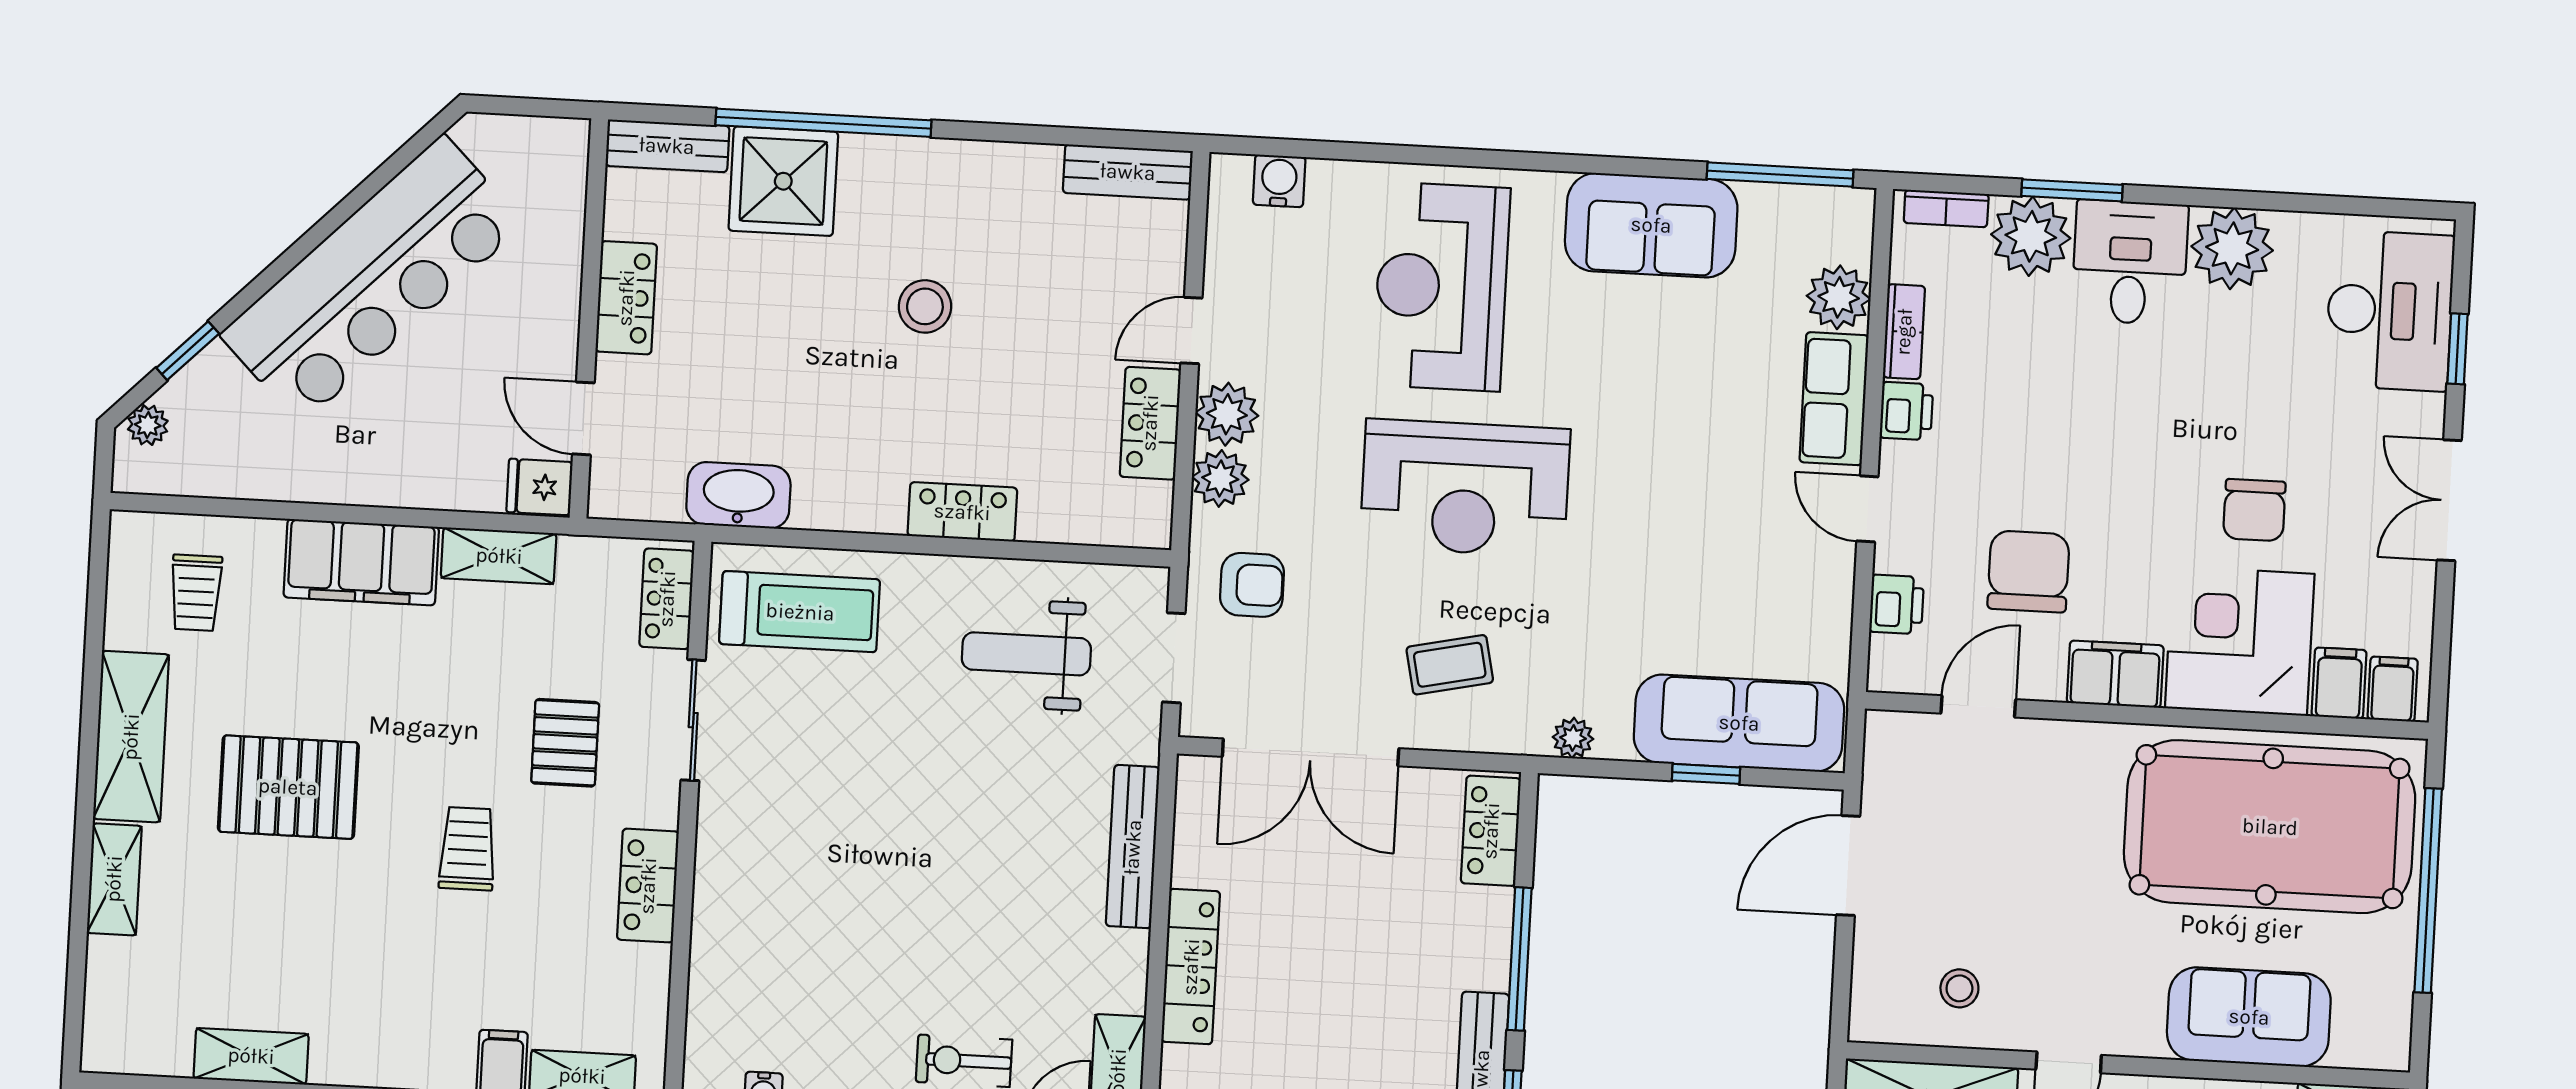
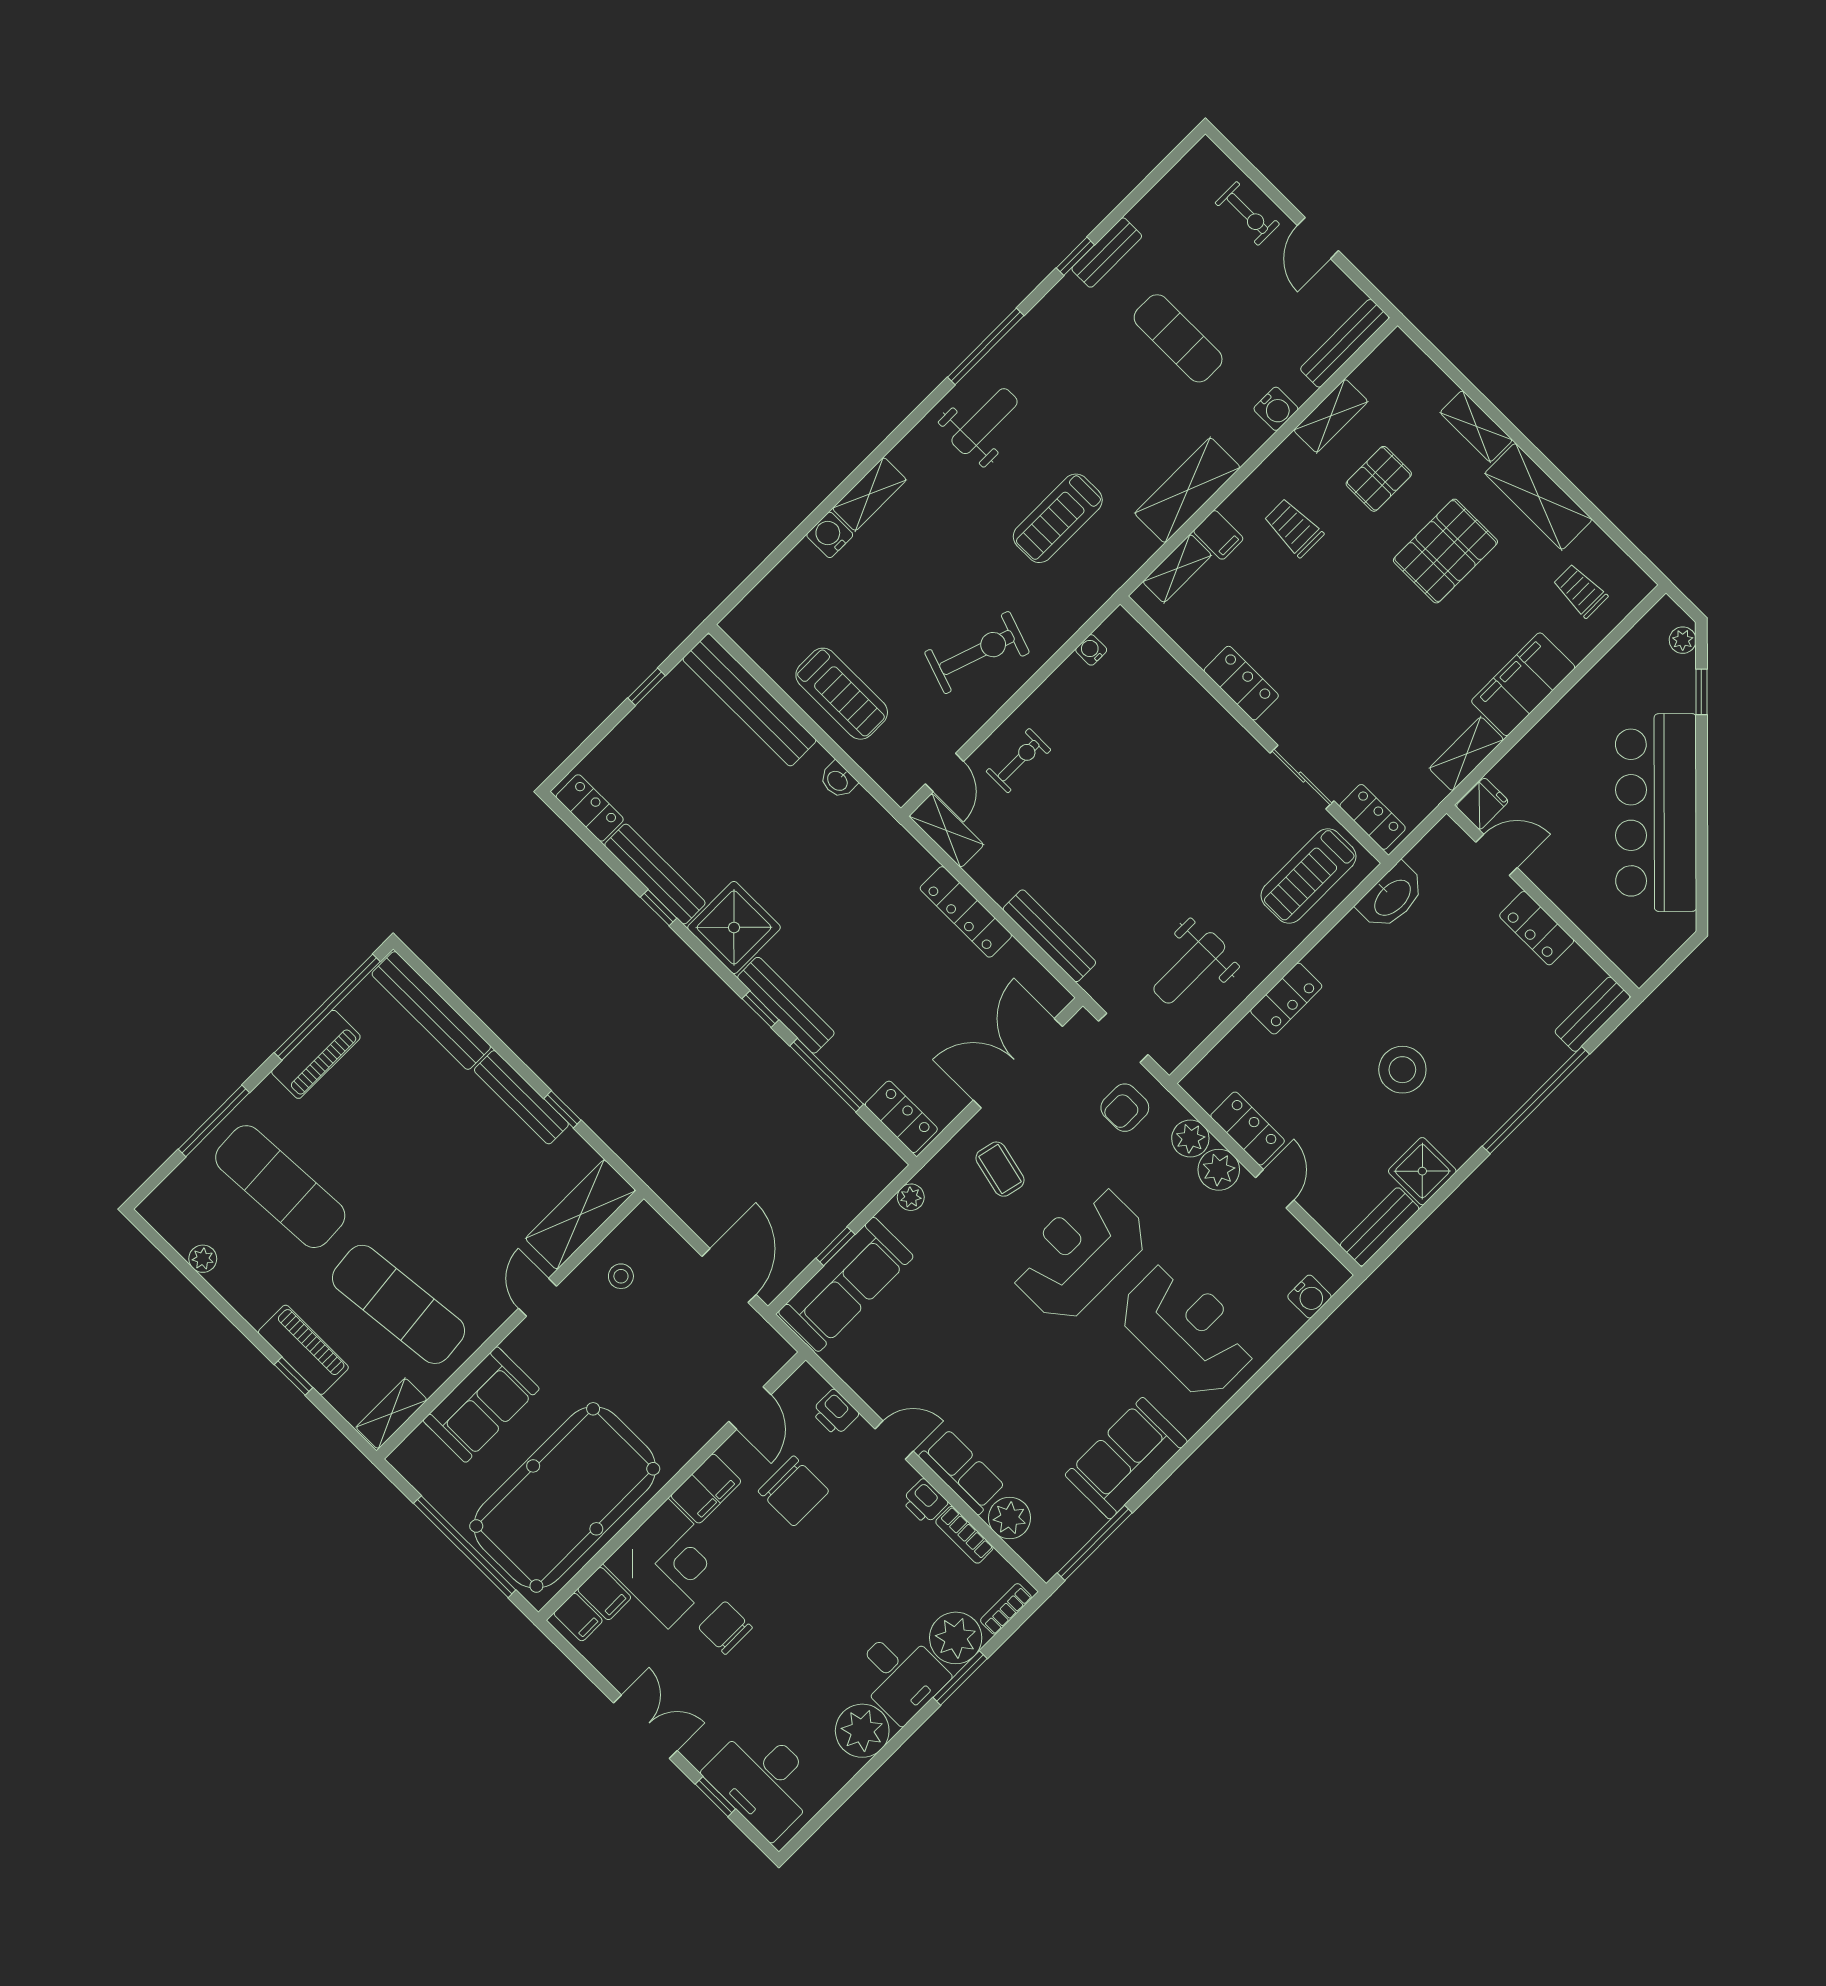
shower: (783, 181) -> (1422, 1171), moved, width x0.73, depth x0.73
stool: (925, 306) -> (1402, 1070), width x1.38, depth x1.38
weight bench: (1026, 654) -> (1189, 968), turned 180
coffee table: (1450, 665) -> (1000, 1169), turned -65
pallet: (565, 743) -> (1379, 479), moved, turned 90
trolley: (467, 849) -> (1294, 528), moved, turned 180

